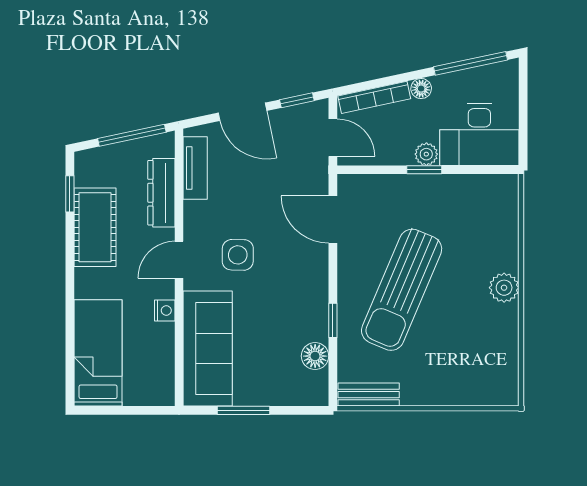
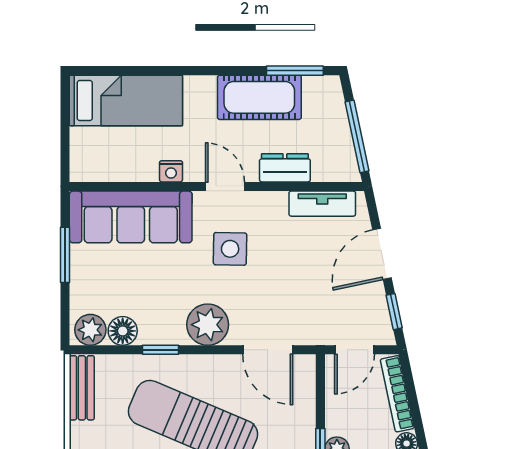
dresser: (161, 193) -> (285, 168), width x0.70
window: (70, 194) -> (295, 71), width x1.50
door: (333, 219) -> (268, 350), swing flipped
plant: (309, 276) -> (208, 325), added
plant: (314, 386) -> (90, 330), added

